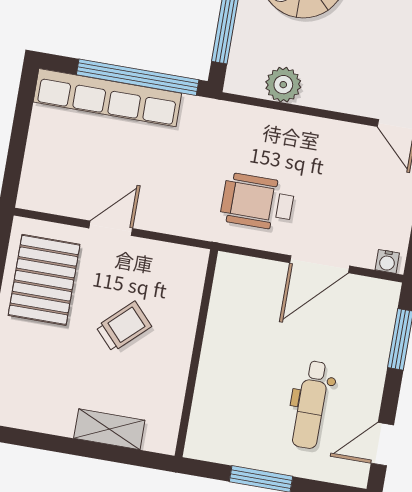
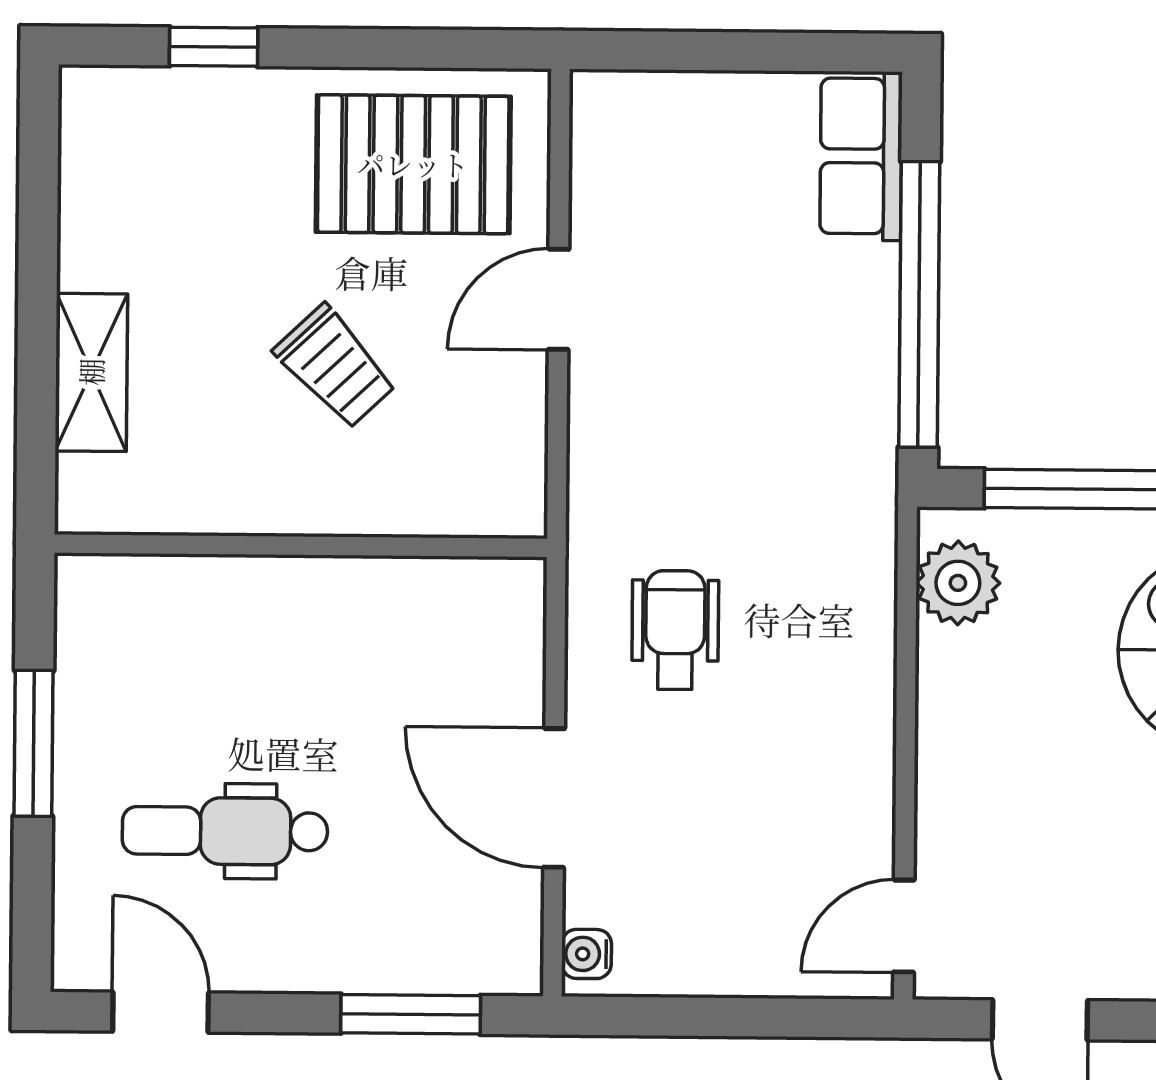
plant: (283, 85) -> (958, 583), moved
row of seats: (107, 98) -> (861, 156), width x0.50
wheelchair: (257, 202) -> (675, 630), width x0.73, depth x0.73
door: (111, 228) -> (558, 299), swing flipped

